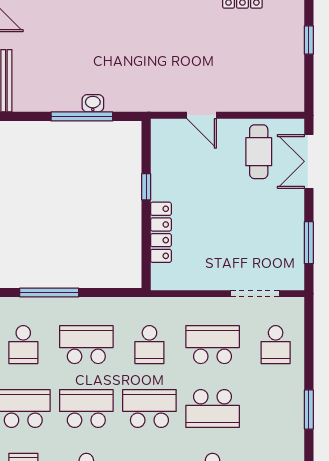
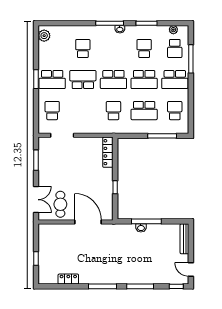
door: (202, 115) -> (88, 222), width x1.87
locker: (161, 232) -> (108, 152), moved
school desk: (213, 345) -> (52, 80), moved

